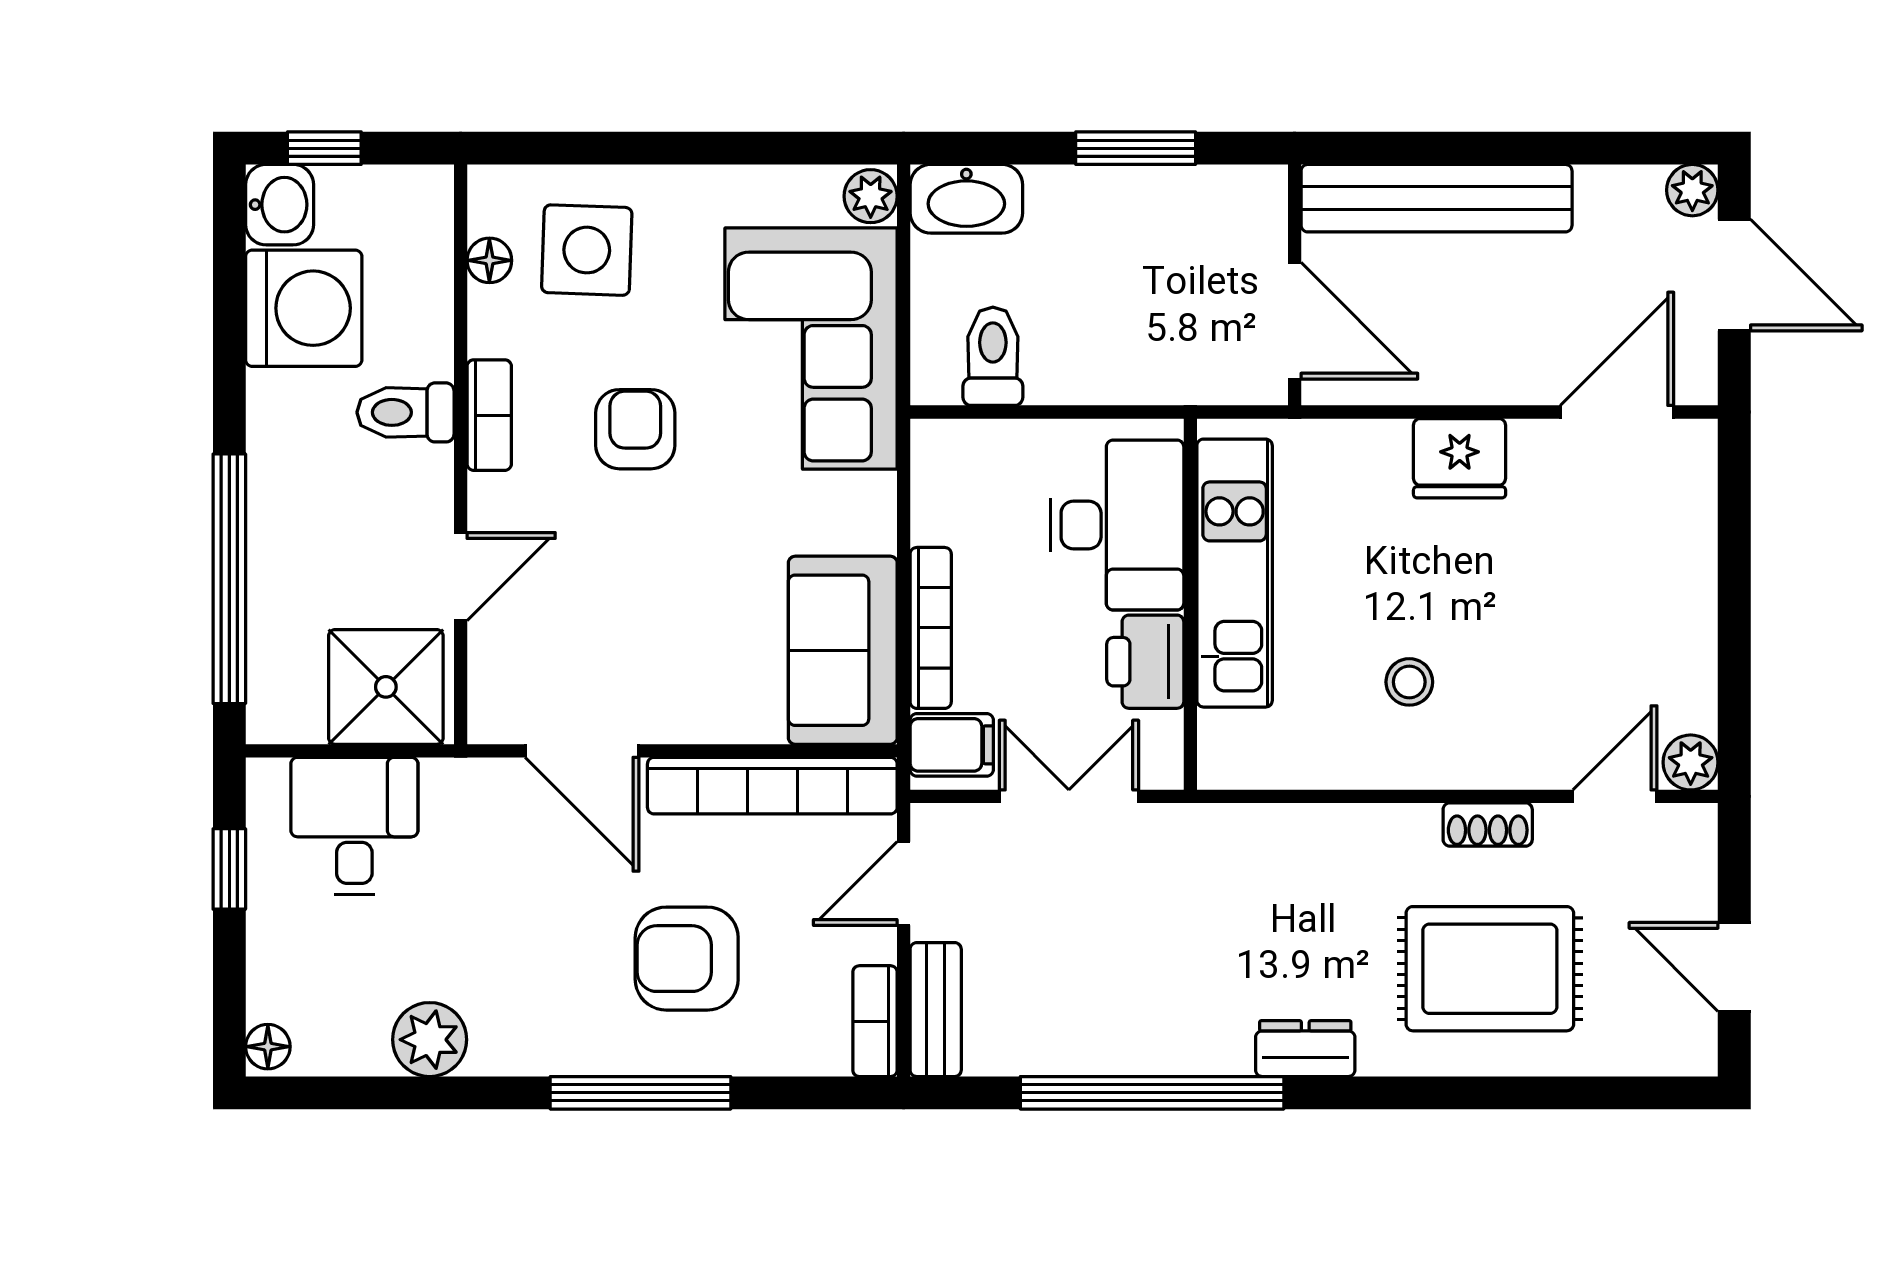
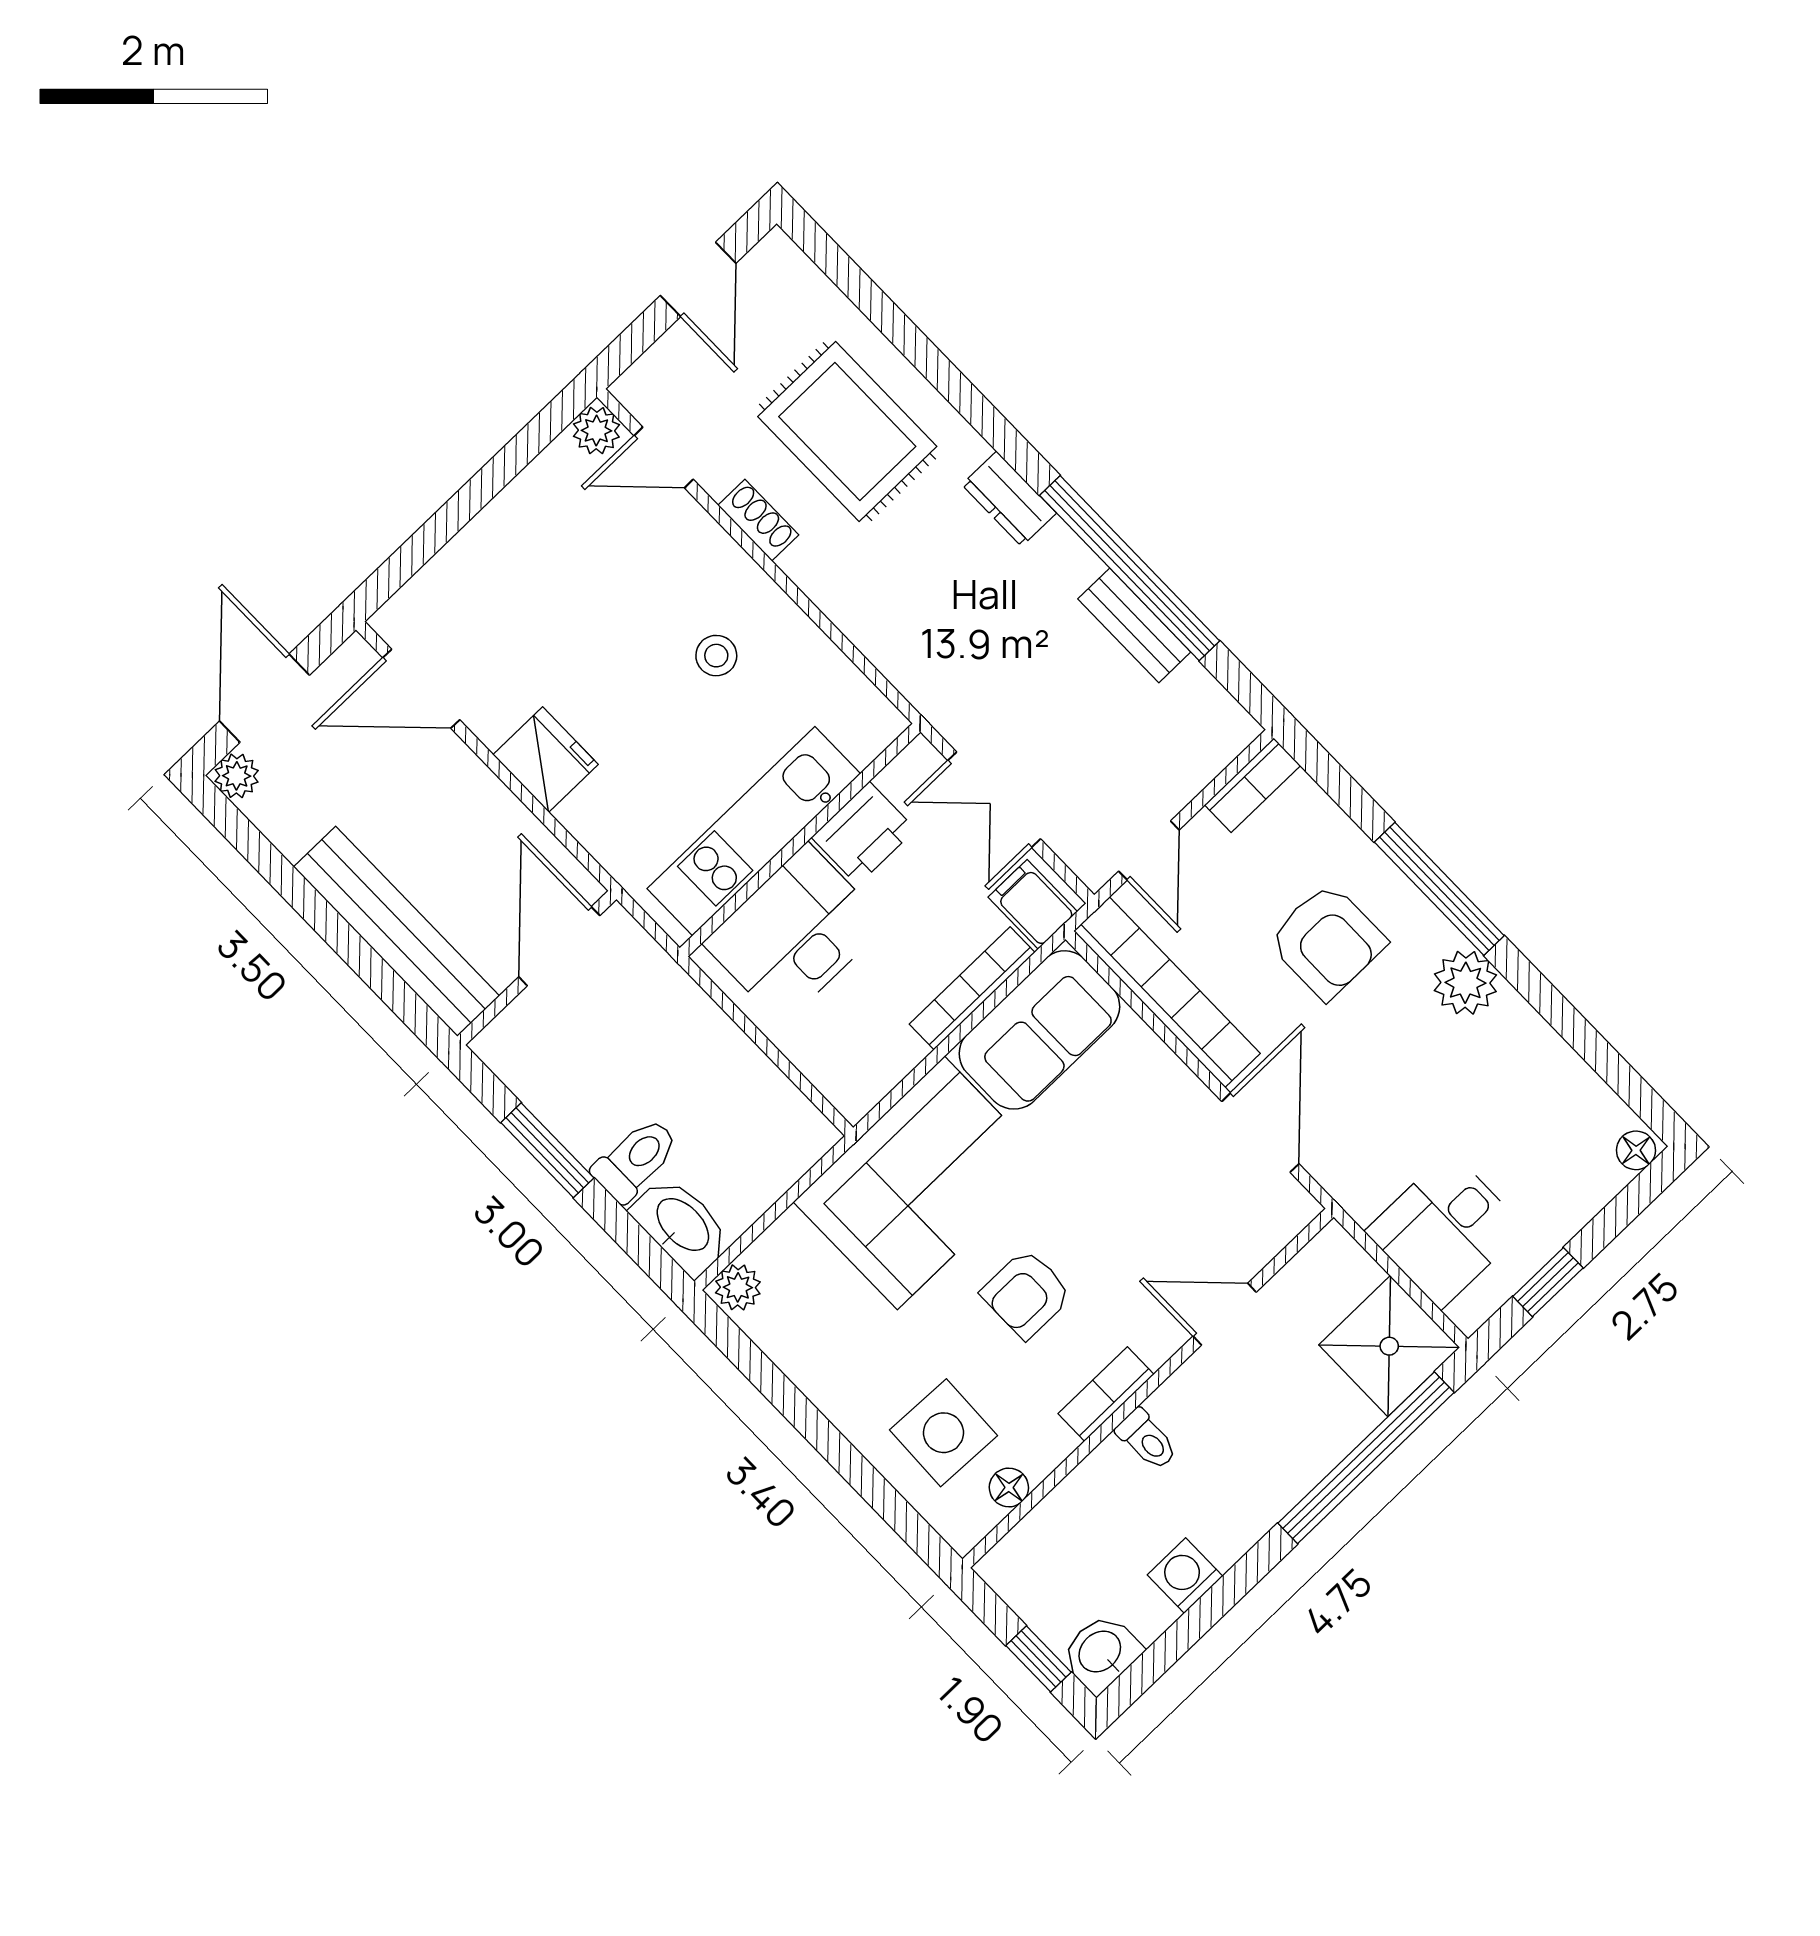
washing machine: (304, 308) -> (1185, 1576), width x0.53, depth x0.53
corner sofa: (811, 349) -> (921, 1183), moved
toilet: (993, 356) -> (636, 1160), moved, turned 180
toilet: (405, 412) -> (1147, 1440), width x0.73, depth x0.72
shower: (386, 687) -> (1389, 1346), moved
door: (904, 884) -> (1149, 851), hinge flipped
bench: (936, 1010) -> (1134, 625), moved, turned 90
plant: (430, 1040) -> (1465, 983), moved

